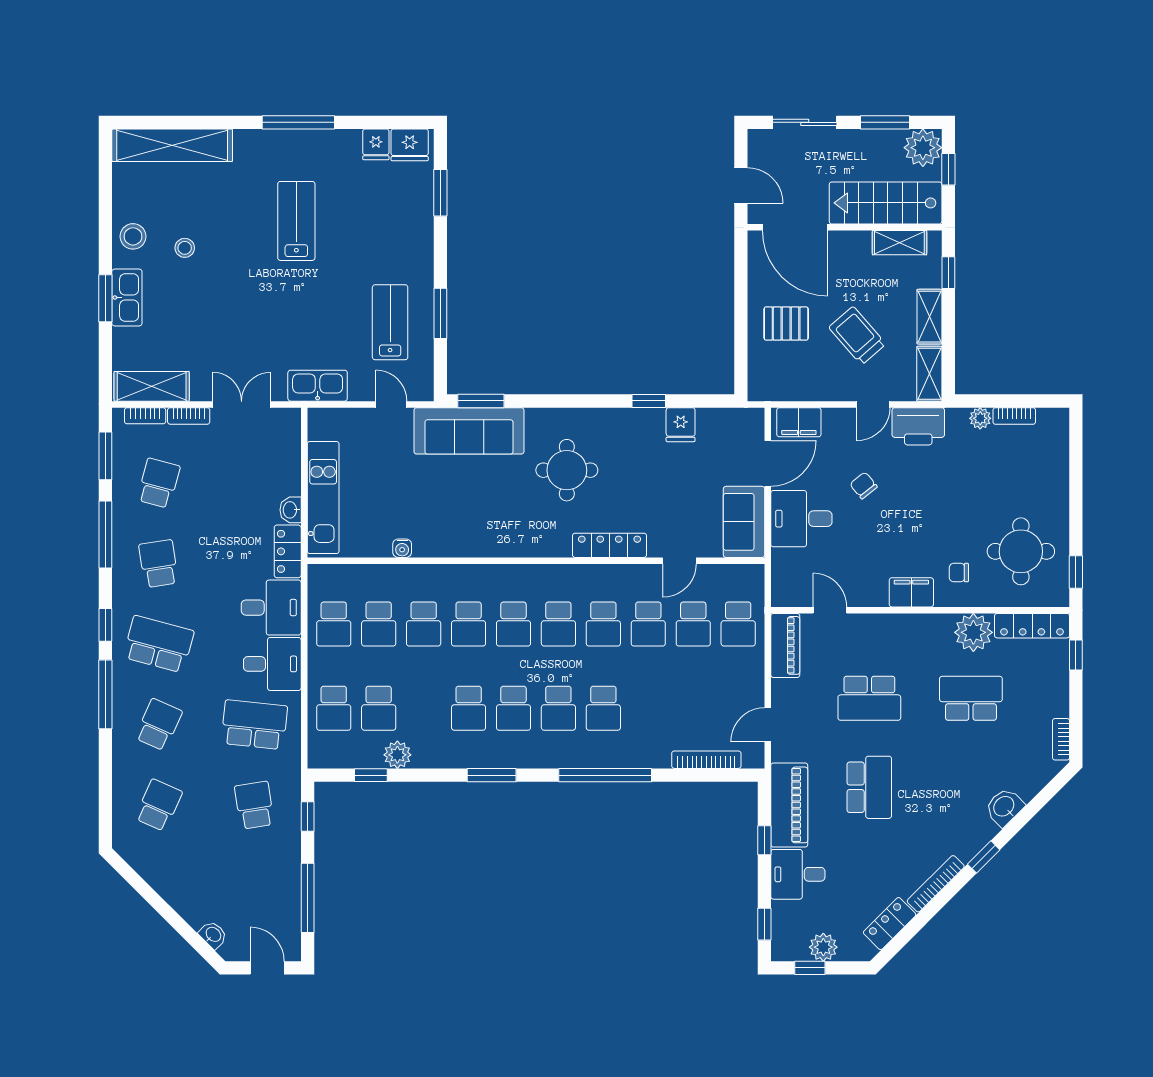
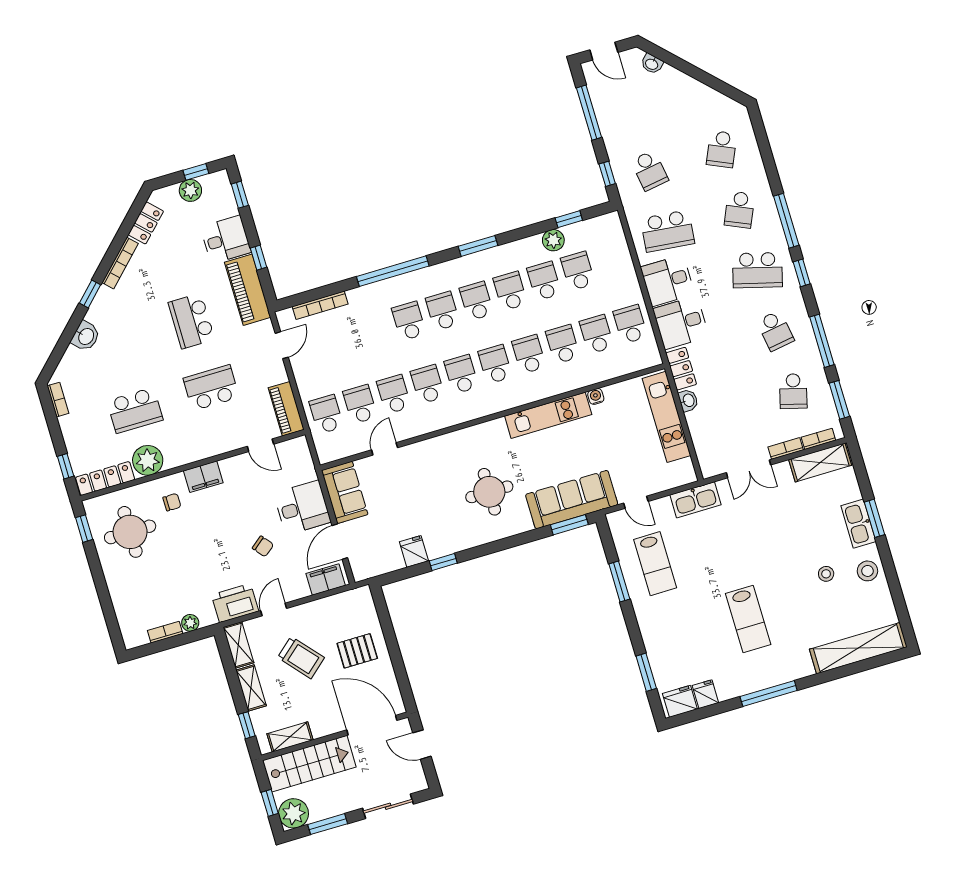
kitchen unit: (467, 542) -> (548, 415), added
locker: (609, 545) -> (441, 445), removed
school desk: (334, 708) -> (544, 281), moved

